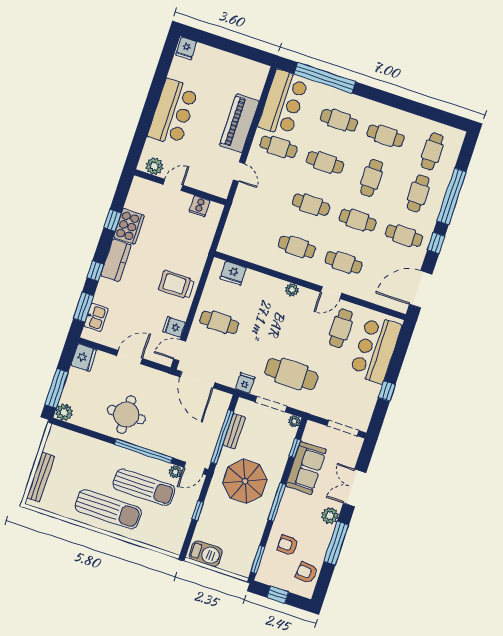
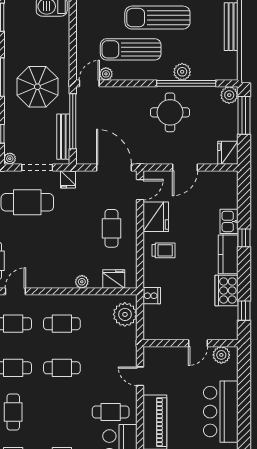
cafe table: (325, 162) -> (62, 412), removed
cooker: (200, 206) -> (152, 296), moved, turned 90
window: (112, 220) -> (244, 311), moved
plant: (234, 236) -> (125, 314), added
trolley: (176, 285) -> (164, 250), width x0.73, depth x0.72
plant: (292, 290) -> (82, 282), moved
window: (84, 307) -> (244, 200), removed
kitchen sink: (96, 317) -> (229, 221), moved
cafe table: (219, 322) -> (111, 228), turned 90
fridge: (174, 327) -> (156, 217), width x1.88, depth x1.34
bench: (234, 431) -> (63, 137), width x1.36
plant: (102, 450) -> (182, 72), added
window: (143, 451) -> (186, 83), moved
window: (198, 511) -> (73, 44), removed

